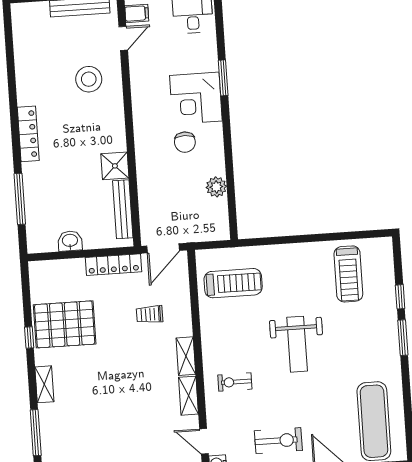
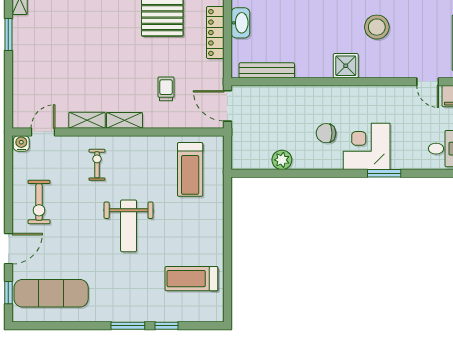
stool: (89, 79) -> (377, 27), moved
shower: (115, 166) -> (346, 66), moved
washbasin: (70, 241) -> (240, 23), width x1.38
locker: (114, 265) -> (215, 33), moved
weight bench: (297, 344) -> (129, 226), turned -90

